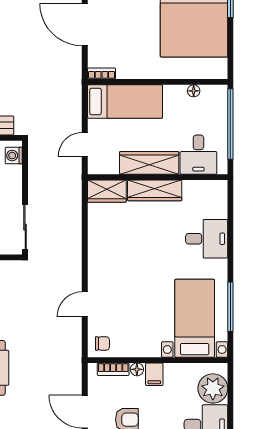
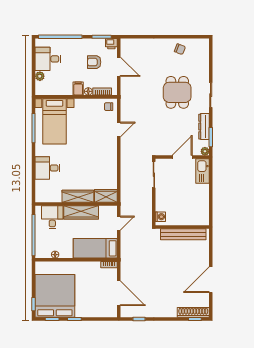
plant: (213, 388) -> (40, 76), width x0.53, depth x0.53

